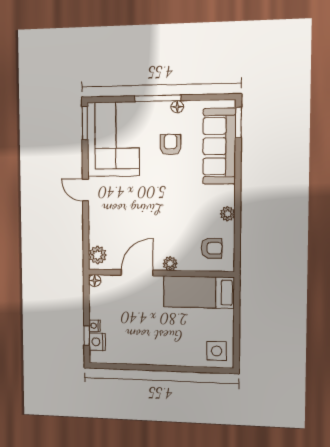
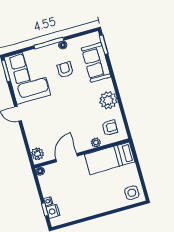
sofa: (219, 146) -> (96, 62), width x0.73
plant: (228, 214) -> (108, 100), width x1.87, depth x1.87
plant: (170, 264) -> (96, 143), moved

